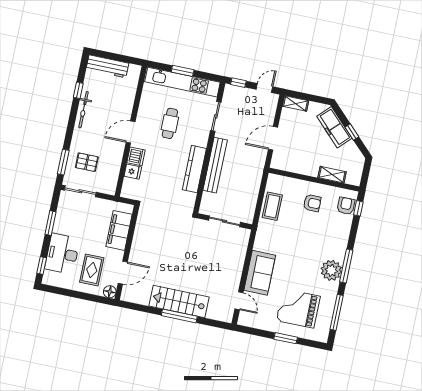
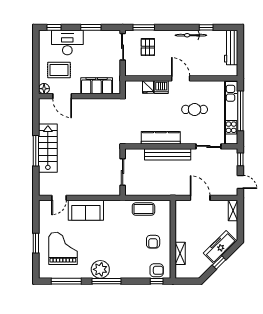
window: (183, 71) -> (240, 111), width x2.11

